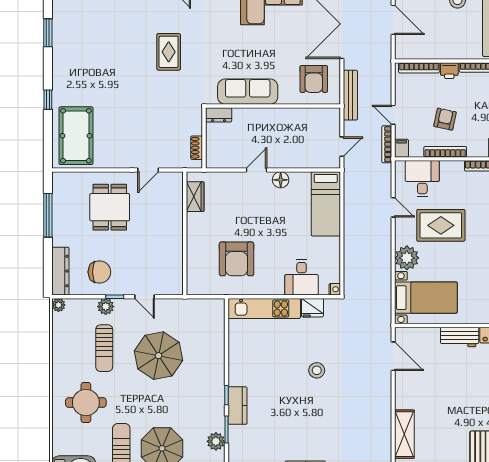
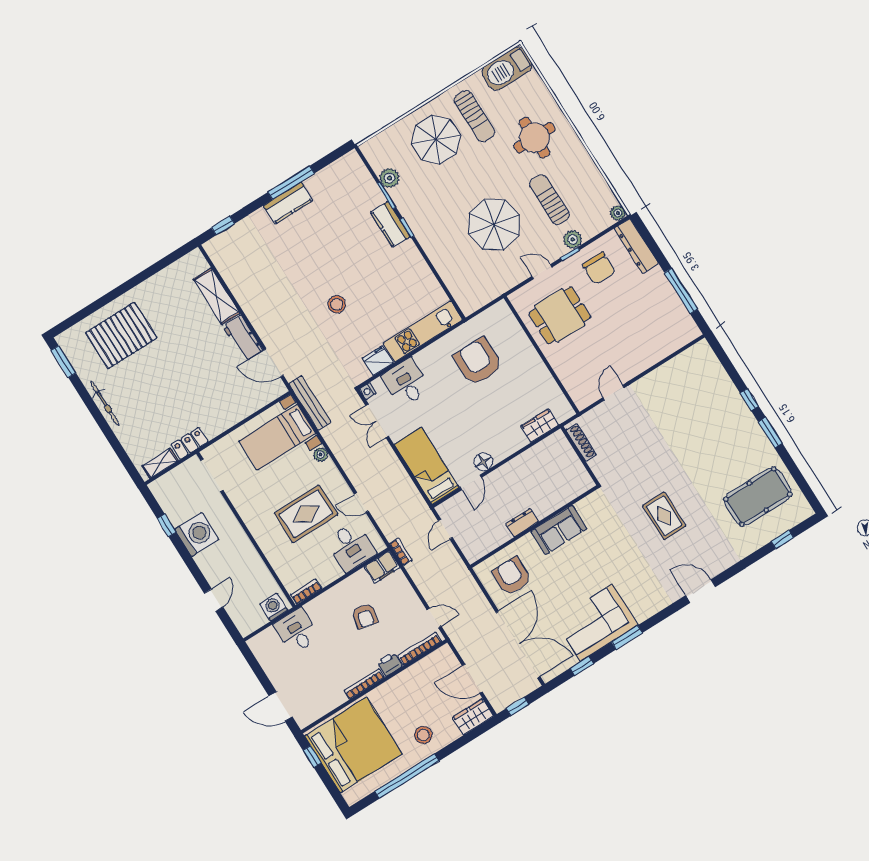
window: (48, 33) -> (770, 433), moved
sofa: (248, 92) -> (559, 530), width x0.73
bench: (350, 95) -> (310, 403), moved
dresser: (219, 115) -> (522, 523), moved
door: (393, 115) -> (434, 618), moved
pool table: (76, 136) -> (758, 497), moved, turned 90
bookcase: (387, 144) -> (401, 552), width x0.64
shoe rack: (197, 148) -> (581, 442), width x1.43
filing cabinet: (402, 148) -> (382, 567), width x2.00
bookcase: (445, 152) -> (345, 585), removed
door: (256, 170) -> (471, 483), moved
wardrobe: (195, 197) -> (540, 426), moved, turned 90
dining table: (110, 207) -> (560, 315), moved, turned 90
plant: (407, 258) -> (321, 455), width x0.53, depth x0.53
double door: (342, 262) -> (377, 421), added
chair: (99, 272) -> (599, 268), turned -90
workbench: (460, 337) -> (243, 338), moved, turned -90

